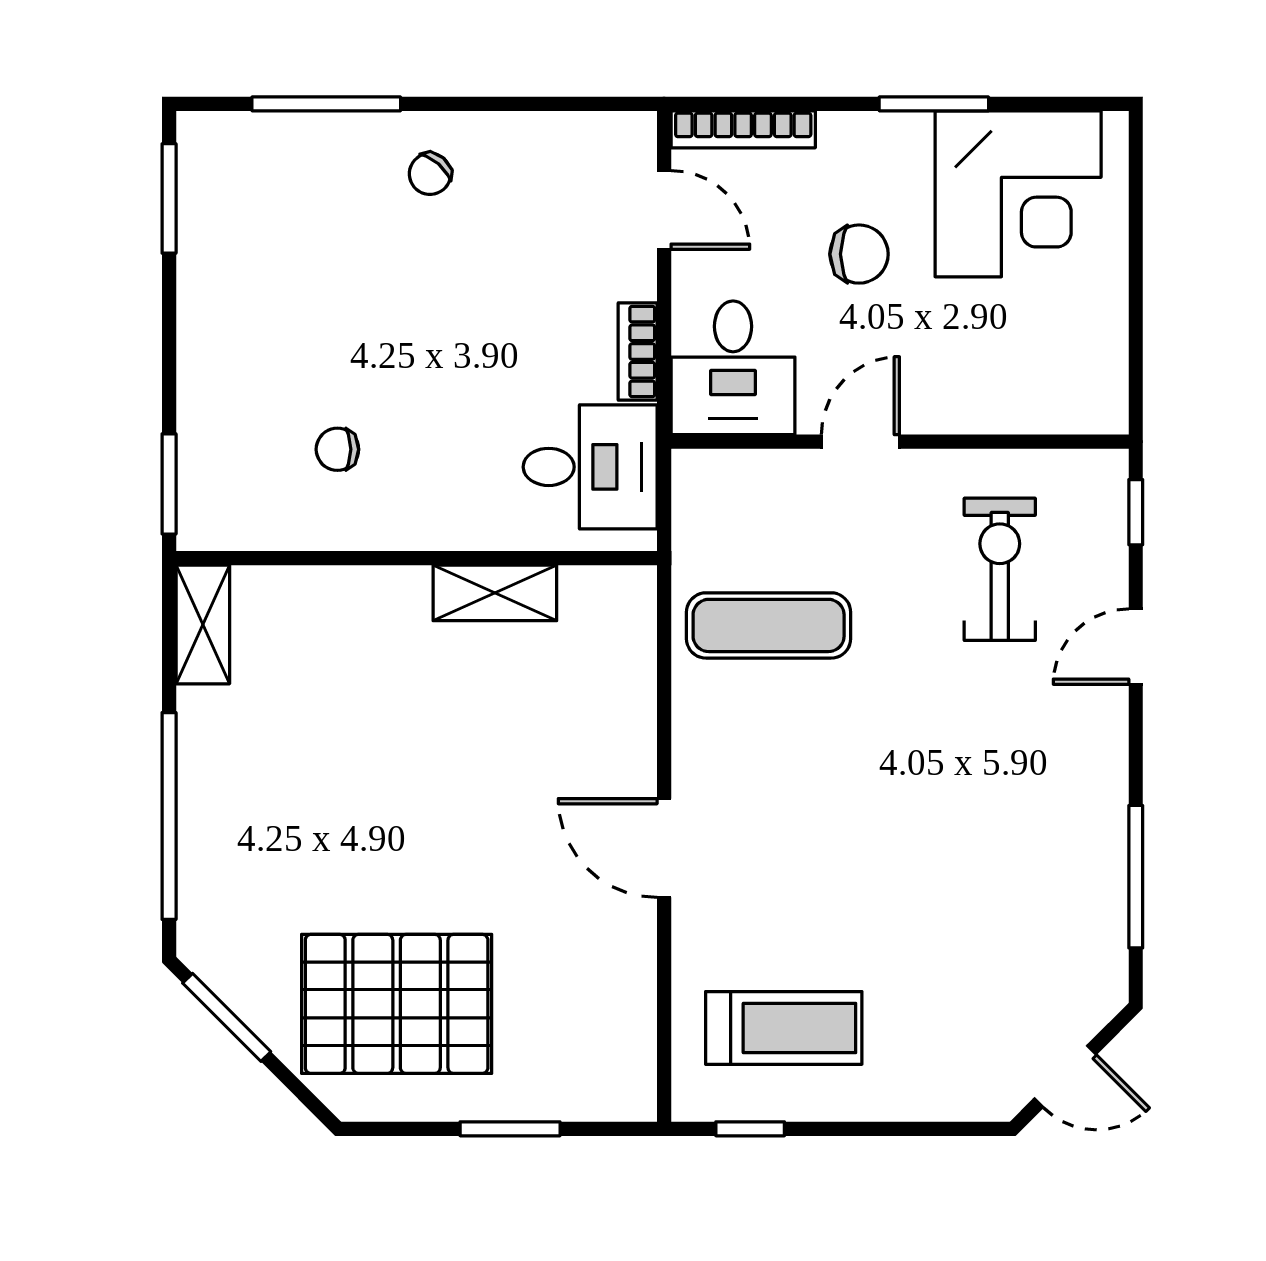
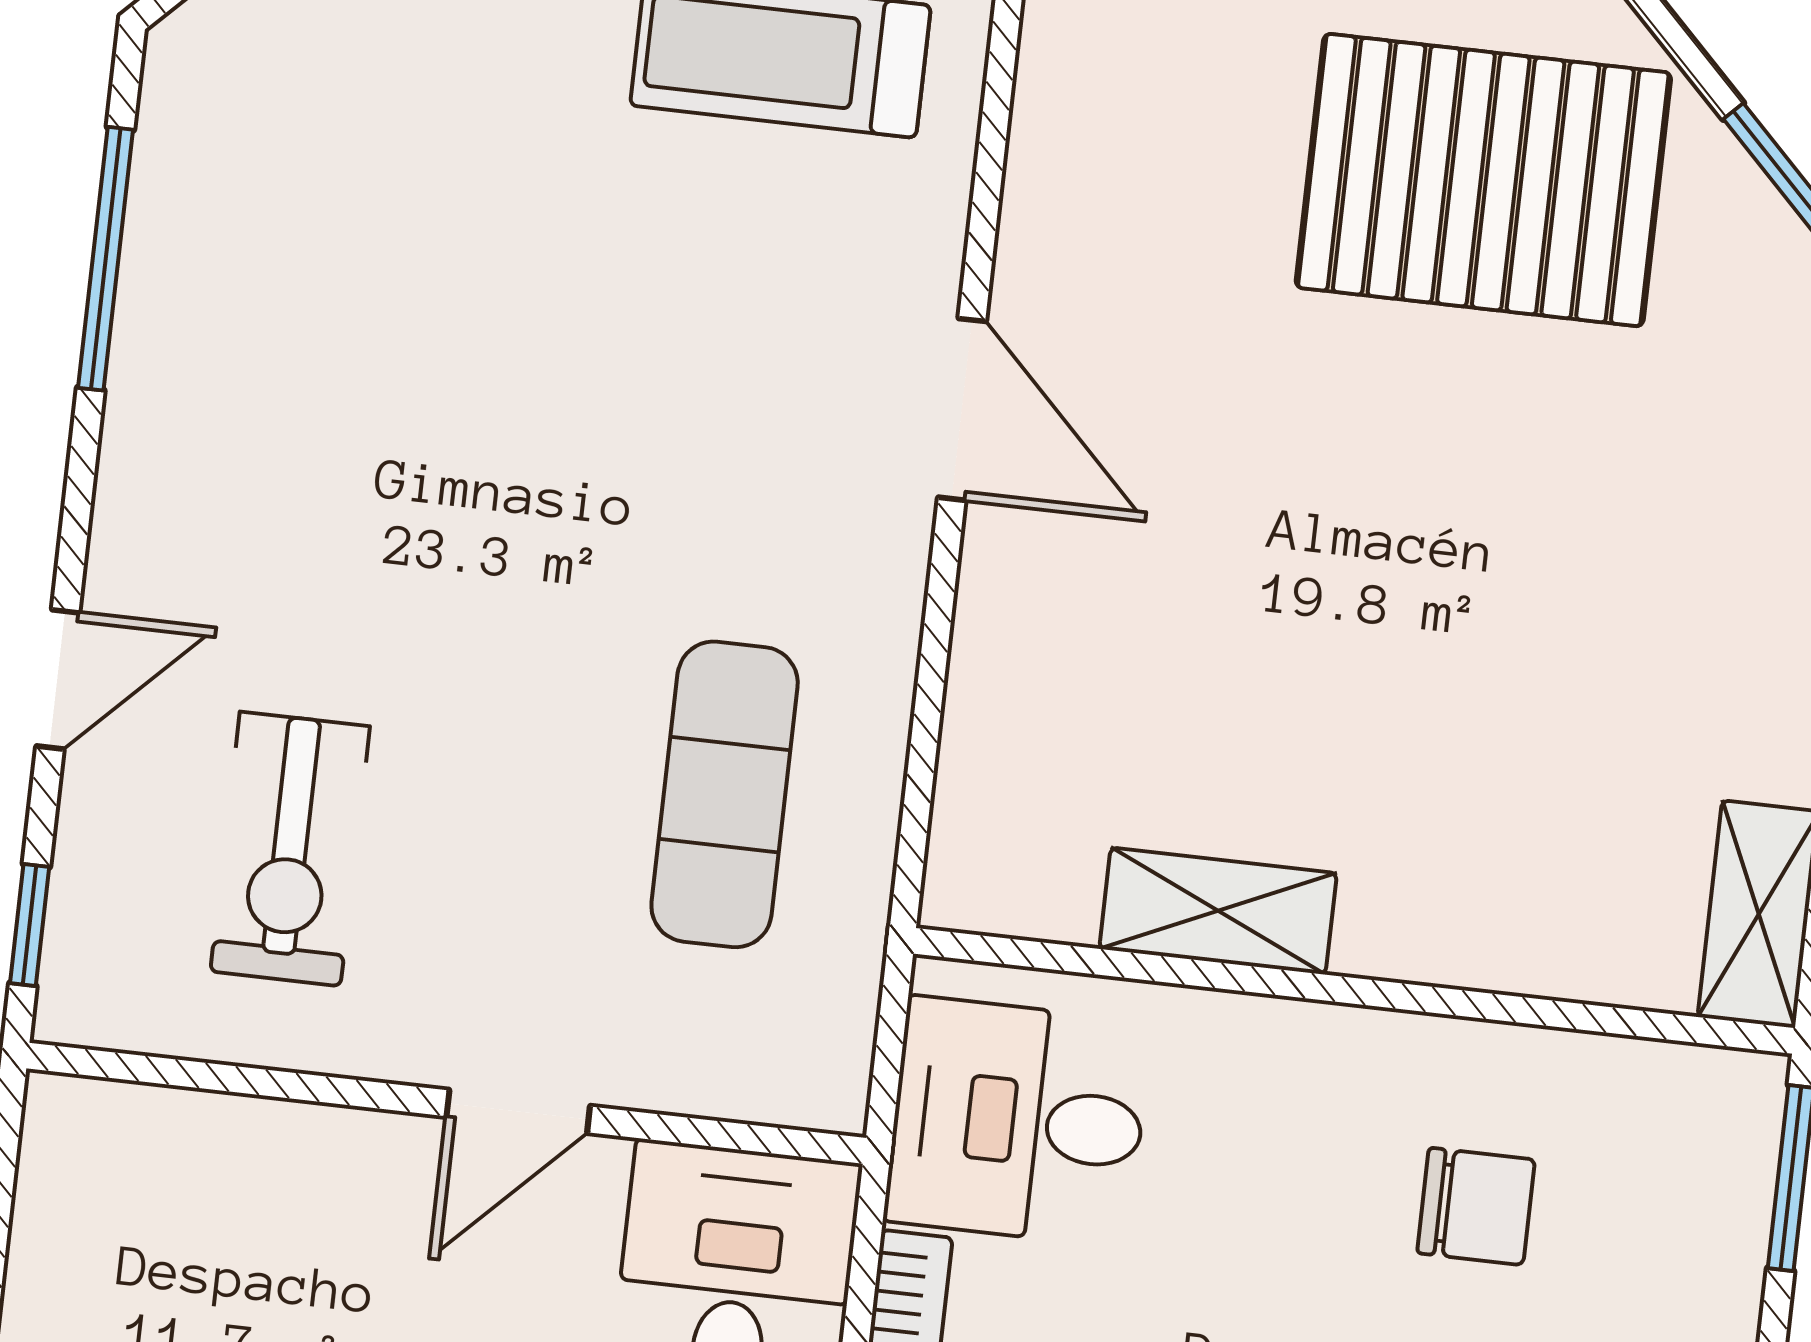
chair: (337, 449) -> (1476, 1206), width x1.37, depth x1.37
exercise mat: (769, 625) -> (725, 794), turned 90

